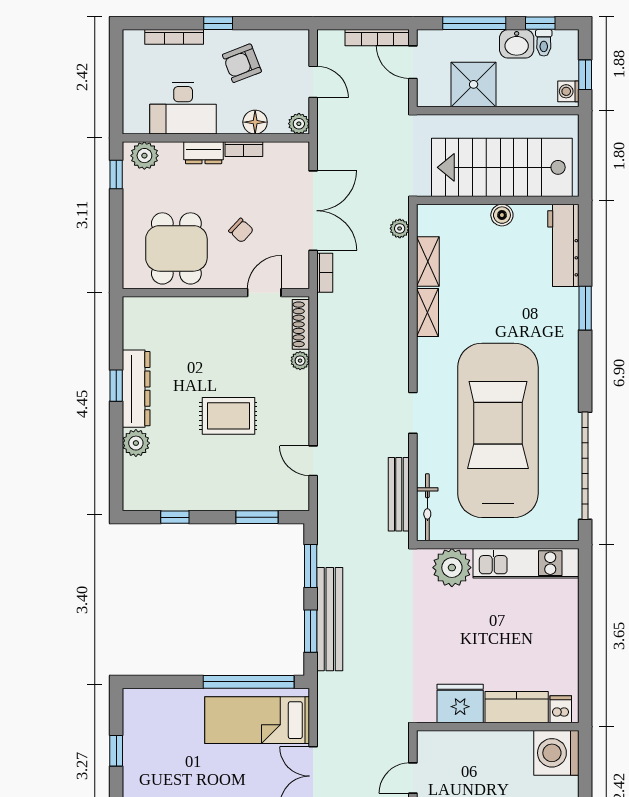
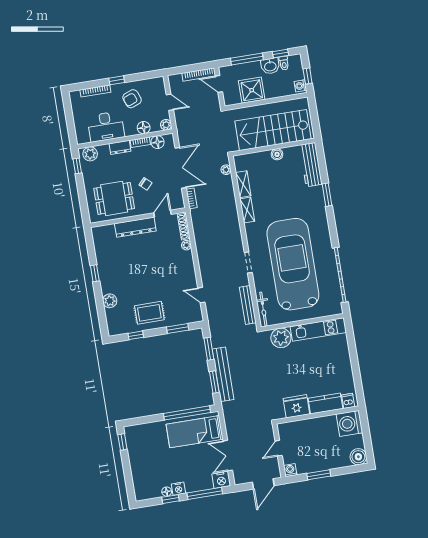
floor lamp: (277, 154) -> (158, 142), added
dining table: (176, 248) -> (114, 198), turned 90
dresser: (136, 389) -> (135, 227), moved, turned 90
rug: (228, 416) -> (149, 313), moved
window: (116, 751) -> (122, 442), moved

